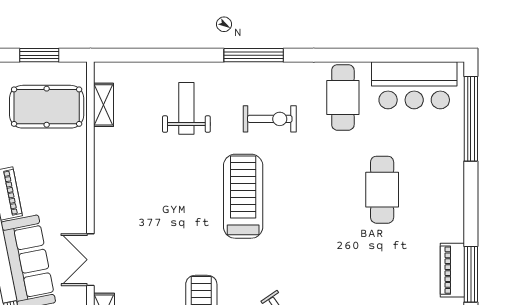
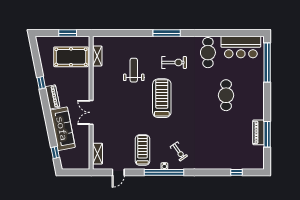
weight bench: (186, 108) -> (134, 70), moved
double door: (90, 260) -> (91, 112), moved

